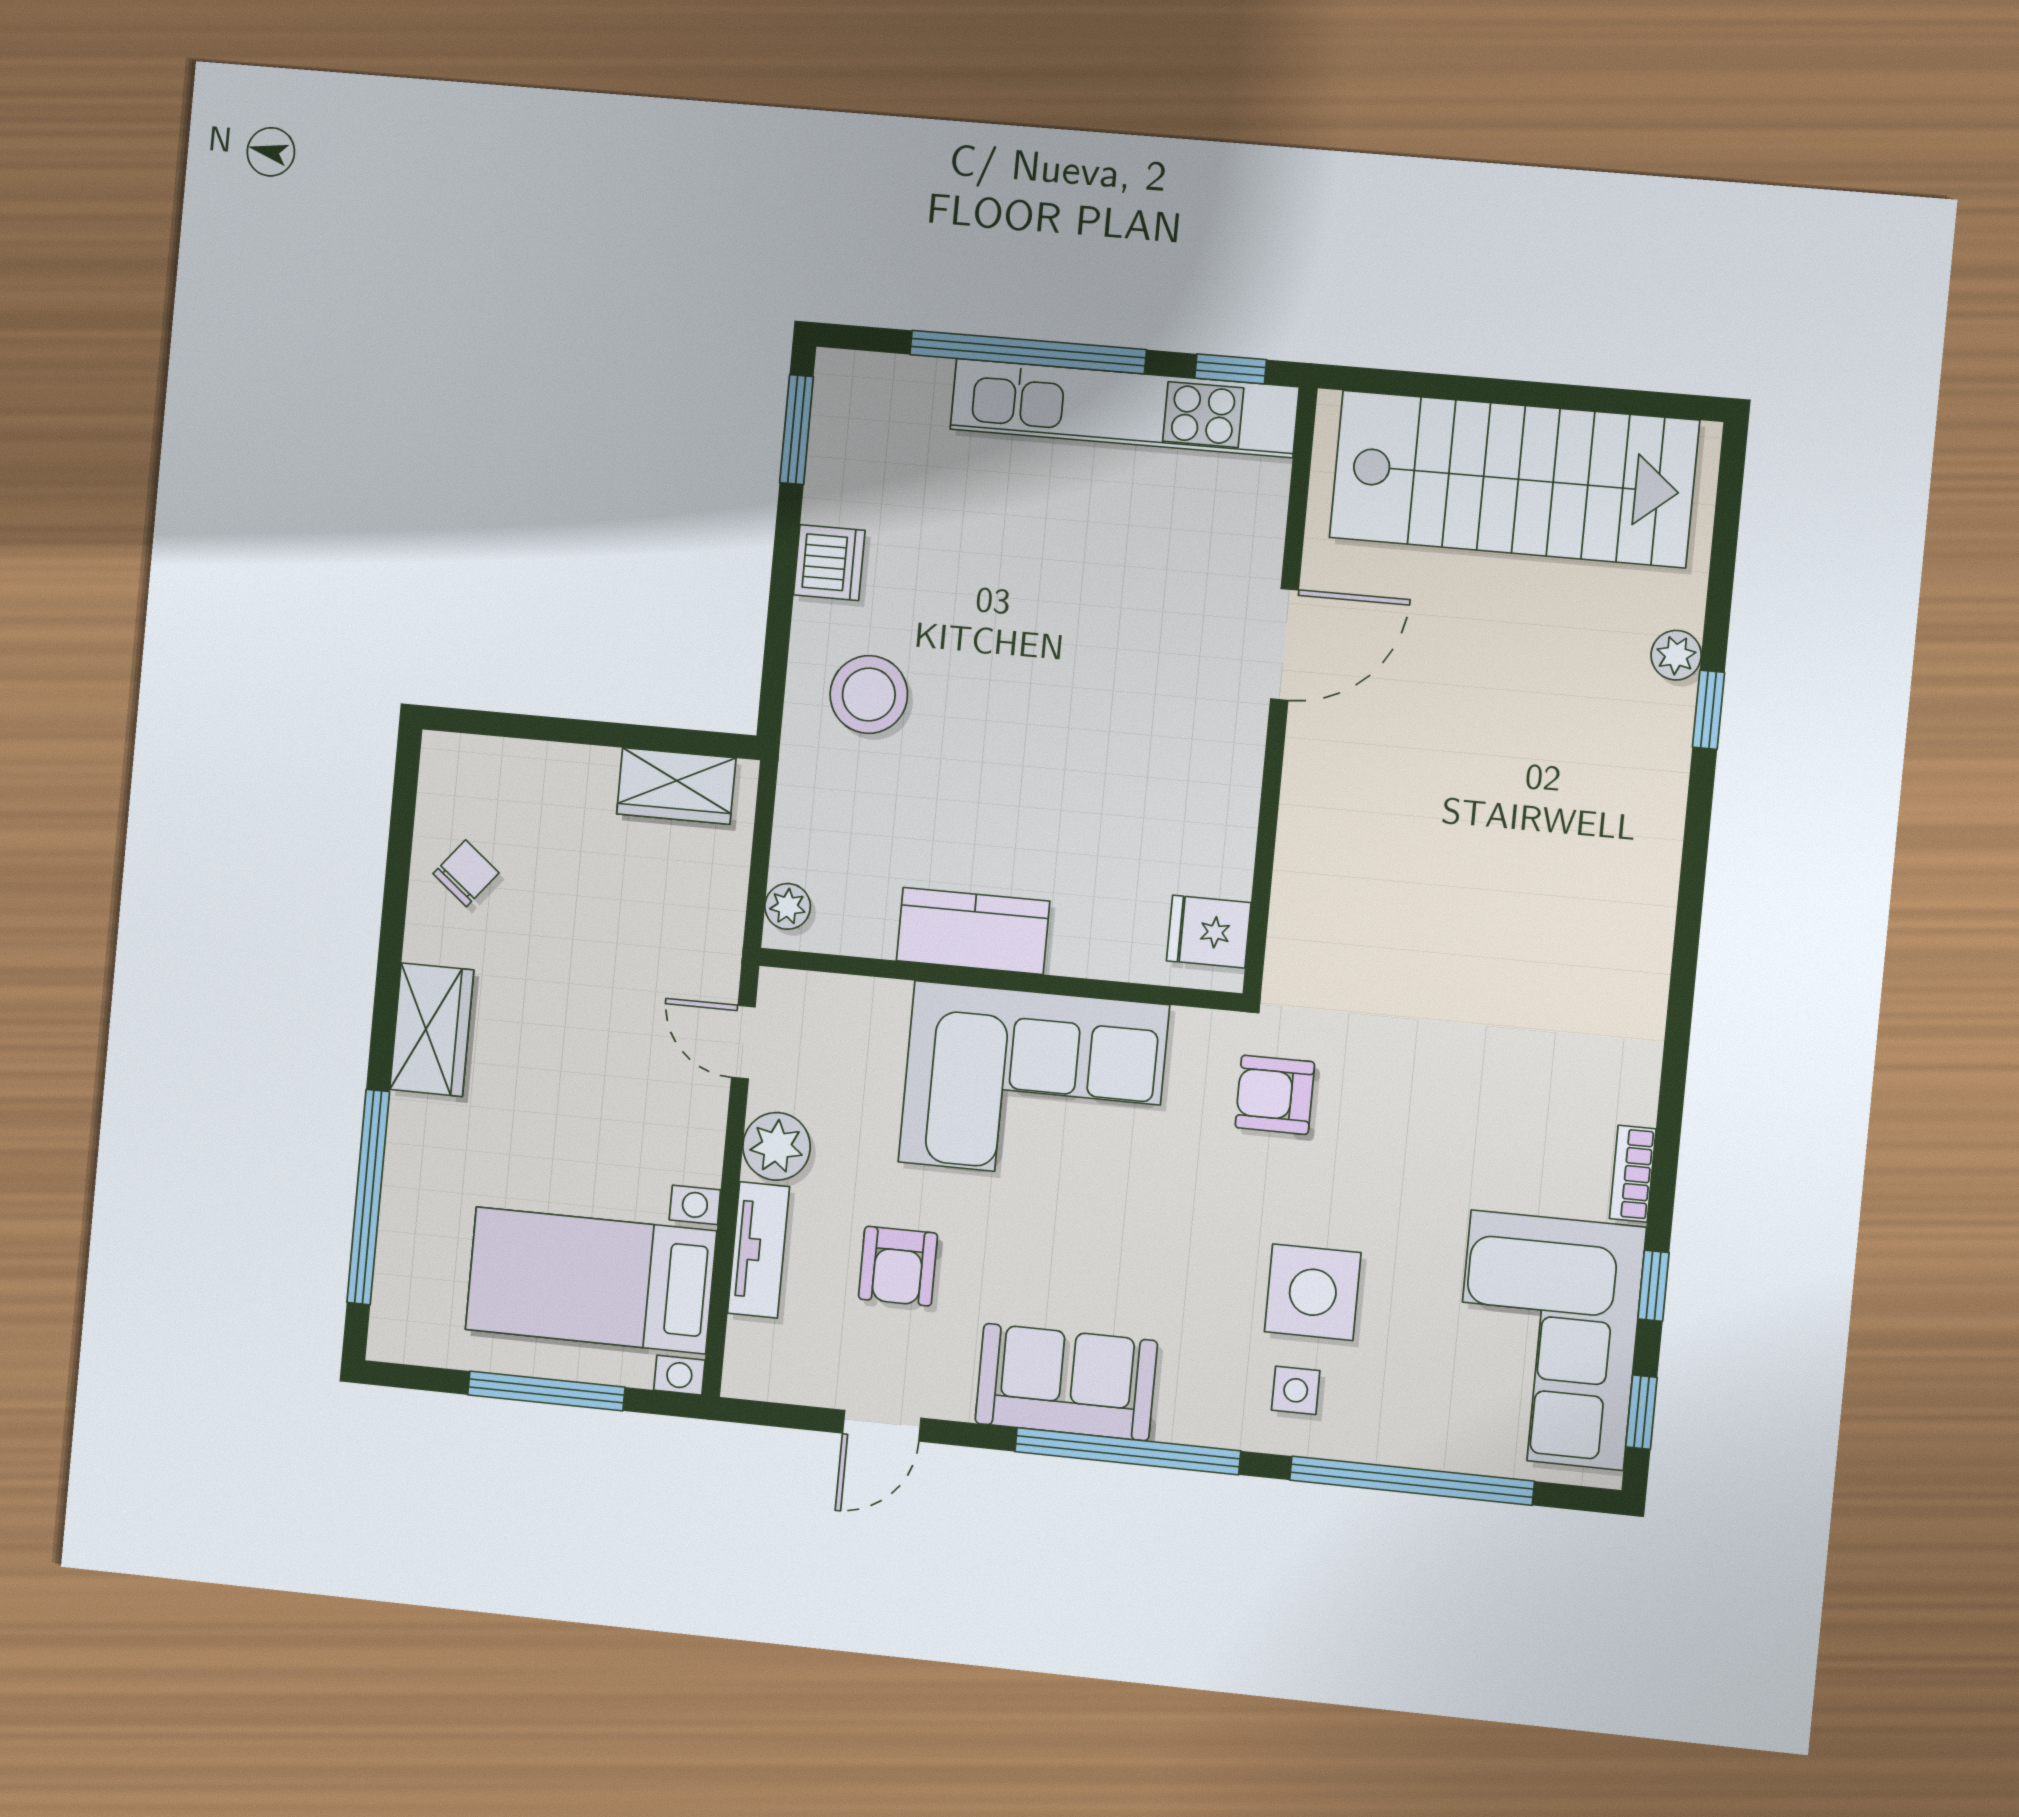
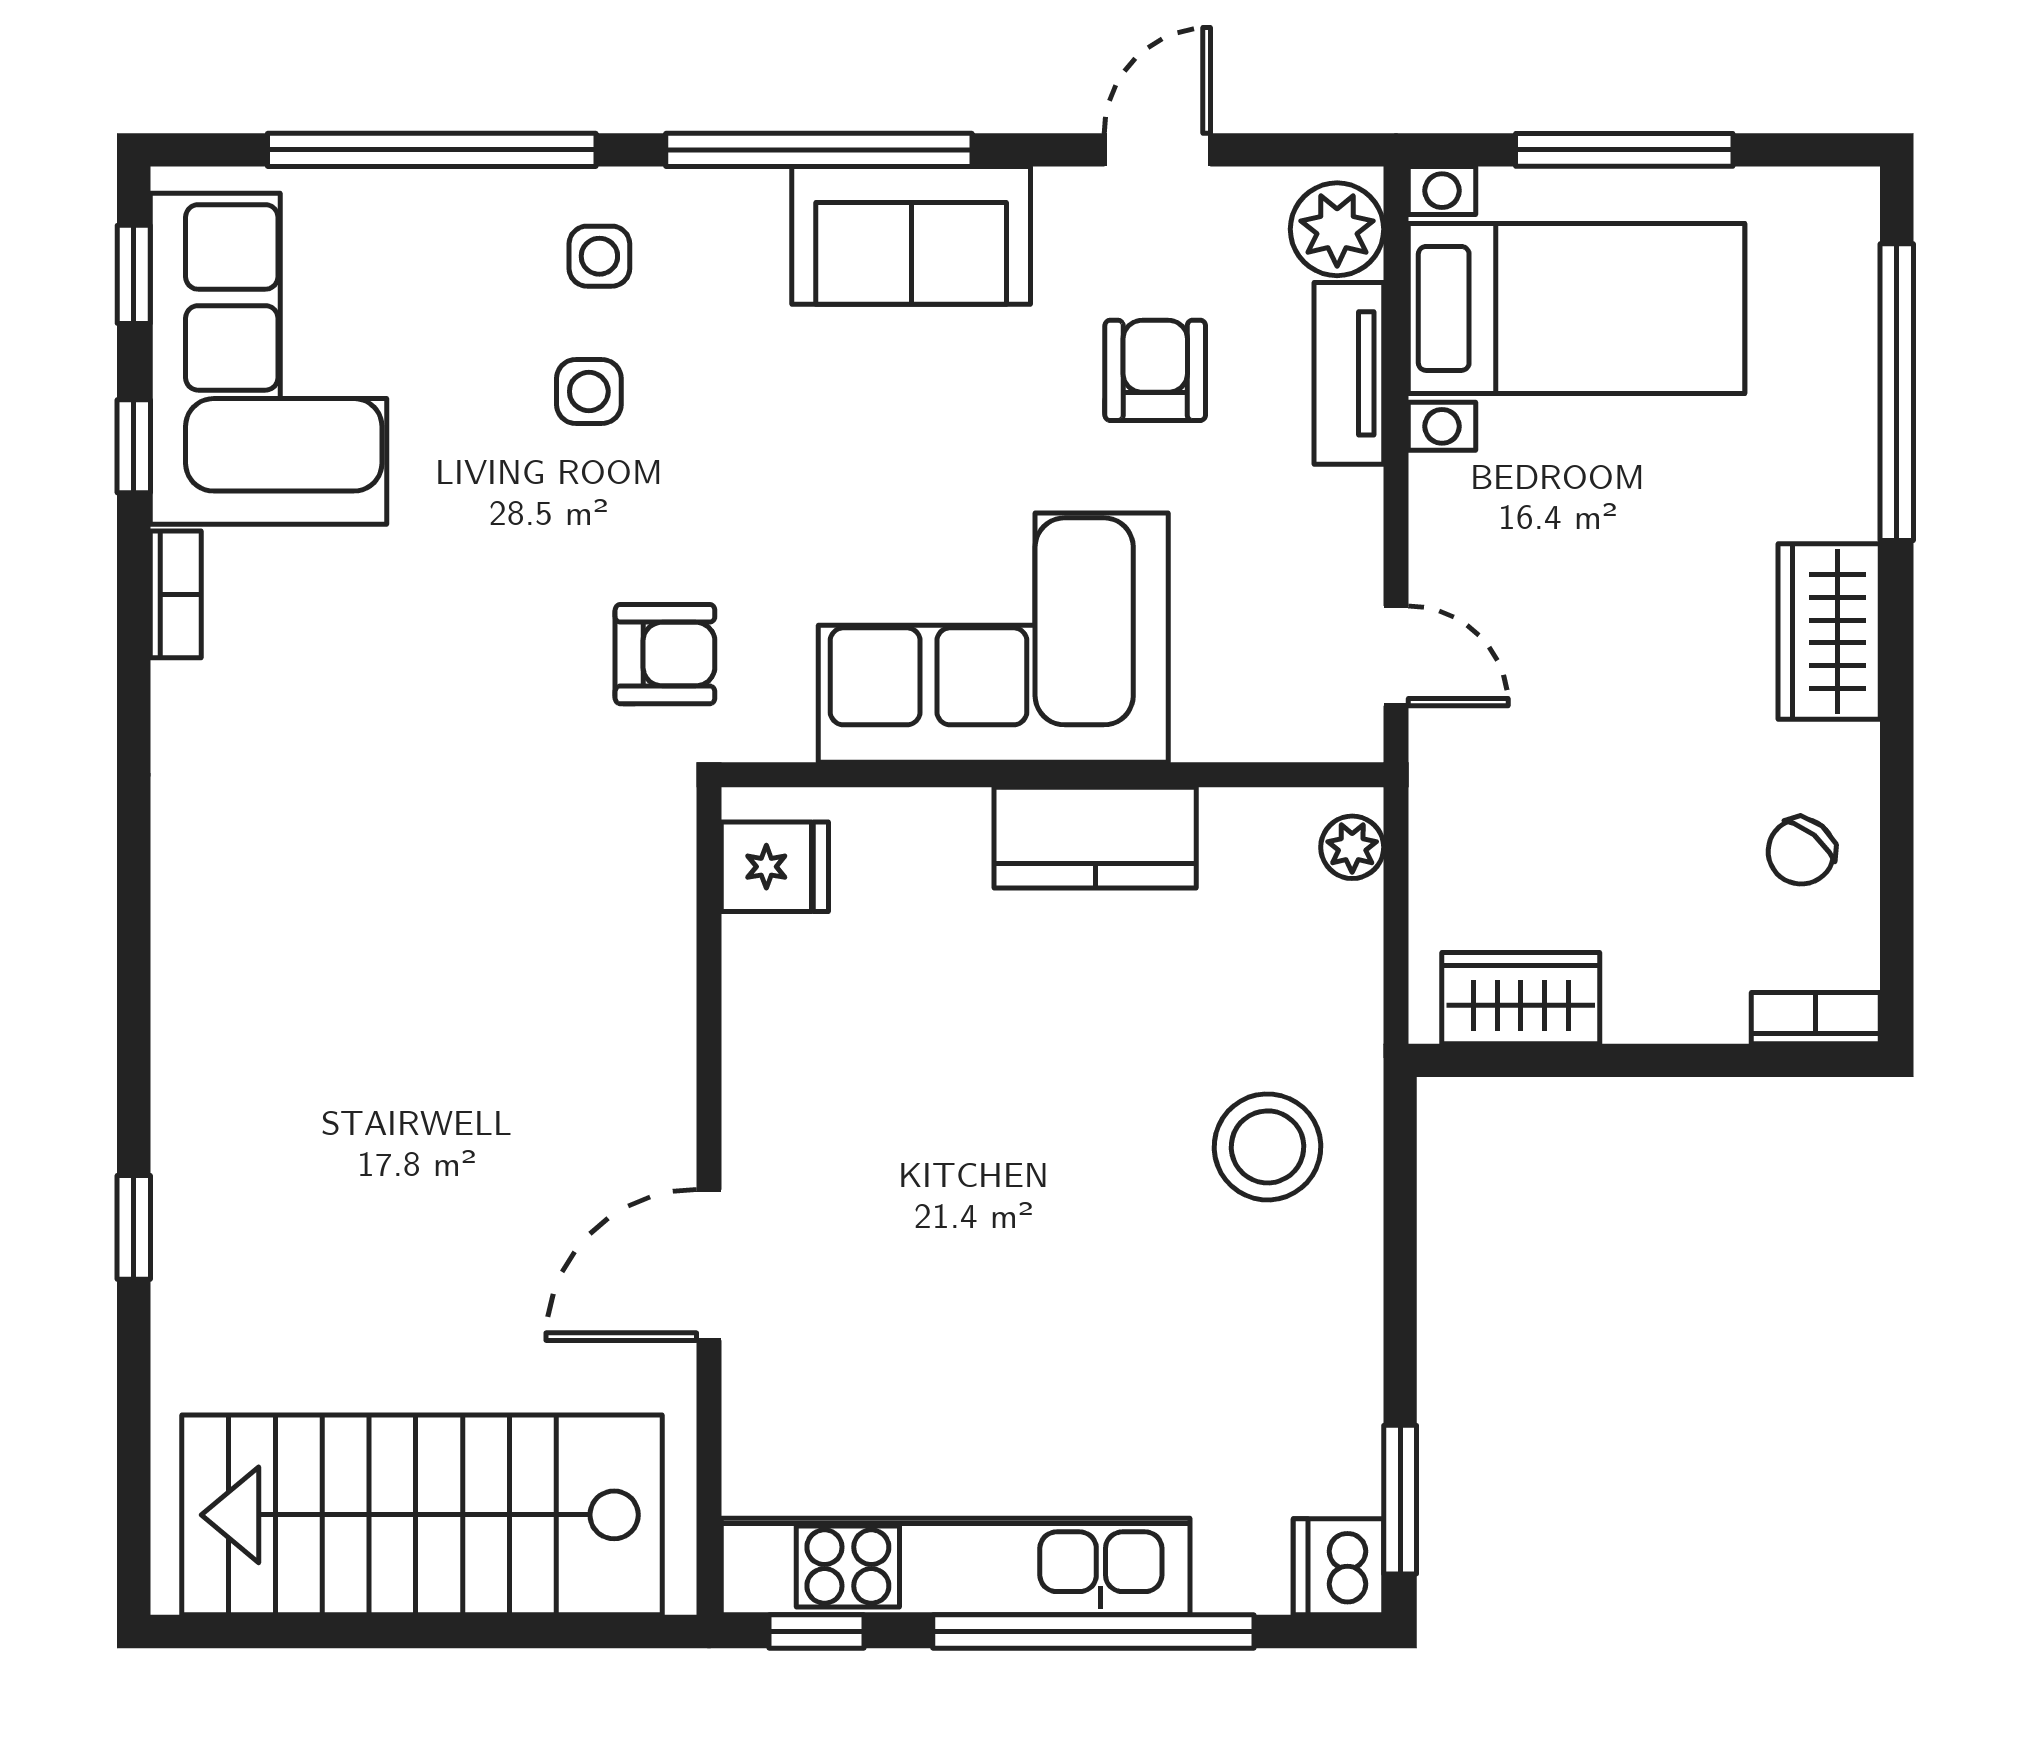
dishwasher: (829, 563) -> (1338, 1567), moved
plant: (1676, 655) -> (184, 1297), removed
bookcase: (466, 752) -> (1816, 1018), added
plant: (777, 1146) -> (1337, 229), moved
side table: (1313, 1292) -> (589, 391), width x0.54, depth x0.54

